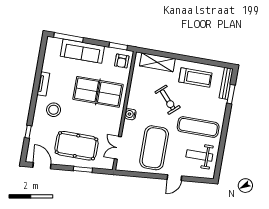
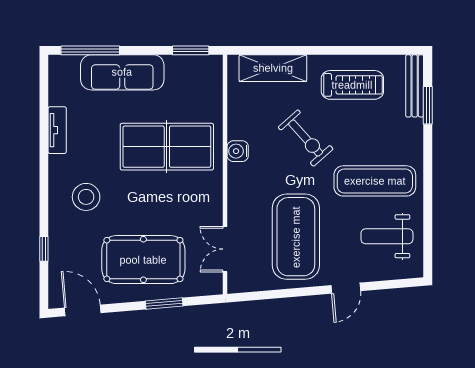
armchair: (122, 61) -> (203, 78), removed
tv unit: (43, 84) -> (57, 130), moved
water cooler: (130, 114) -> (238, 151), moved

